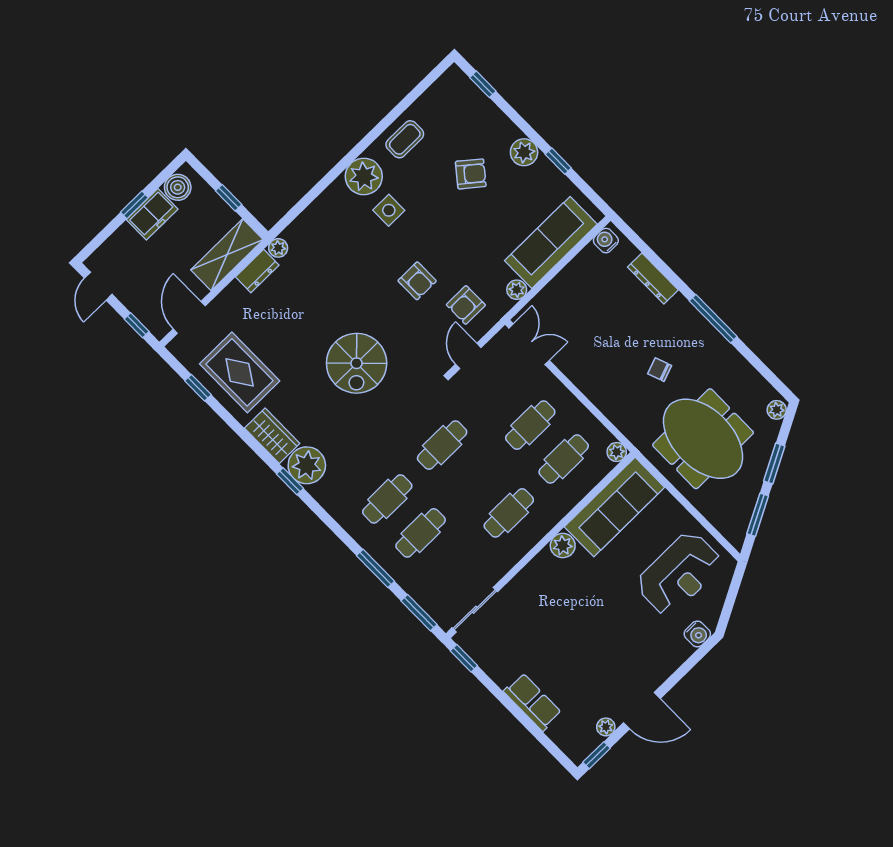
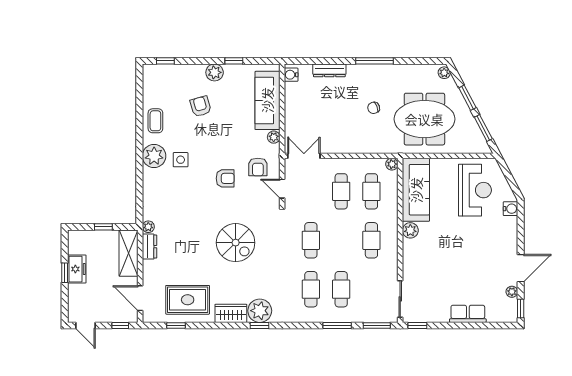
armchair: (471, 174) -> (201, 106), turned -55
boiler: (178, 187) -> (76, 245), removed

